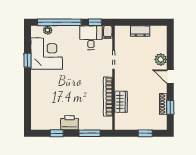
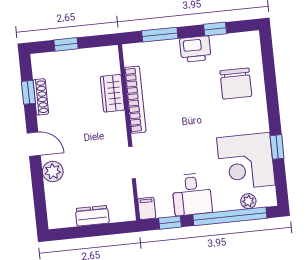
desk: (91, 38) -> (192, 194), moved
chair: (48, 100) -> (236, 84), added

